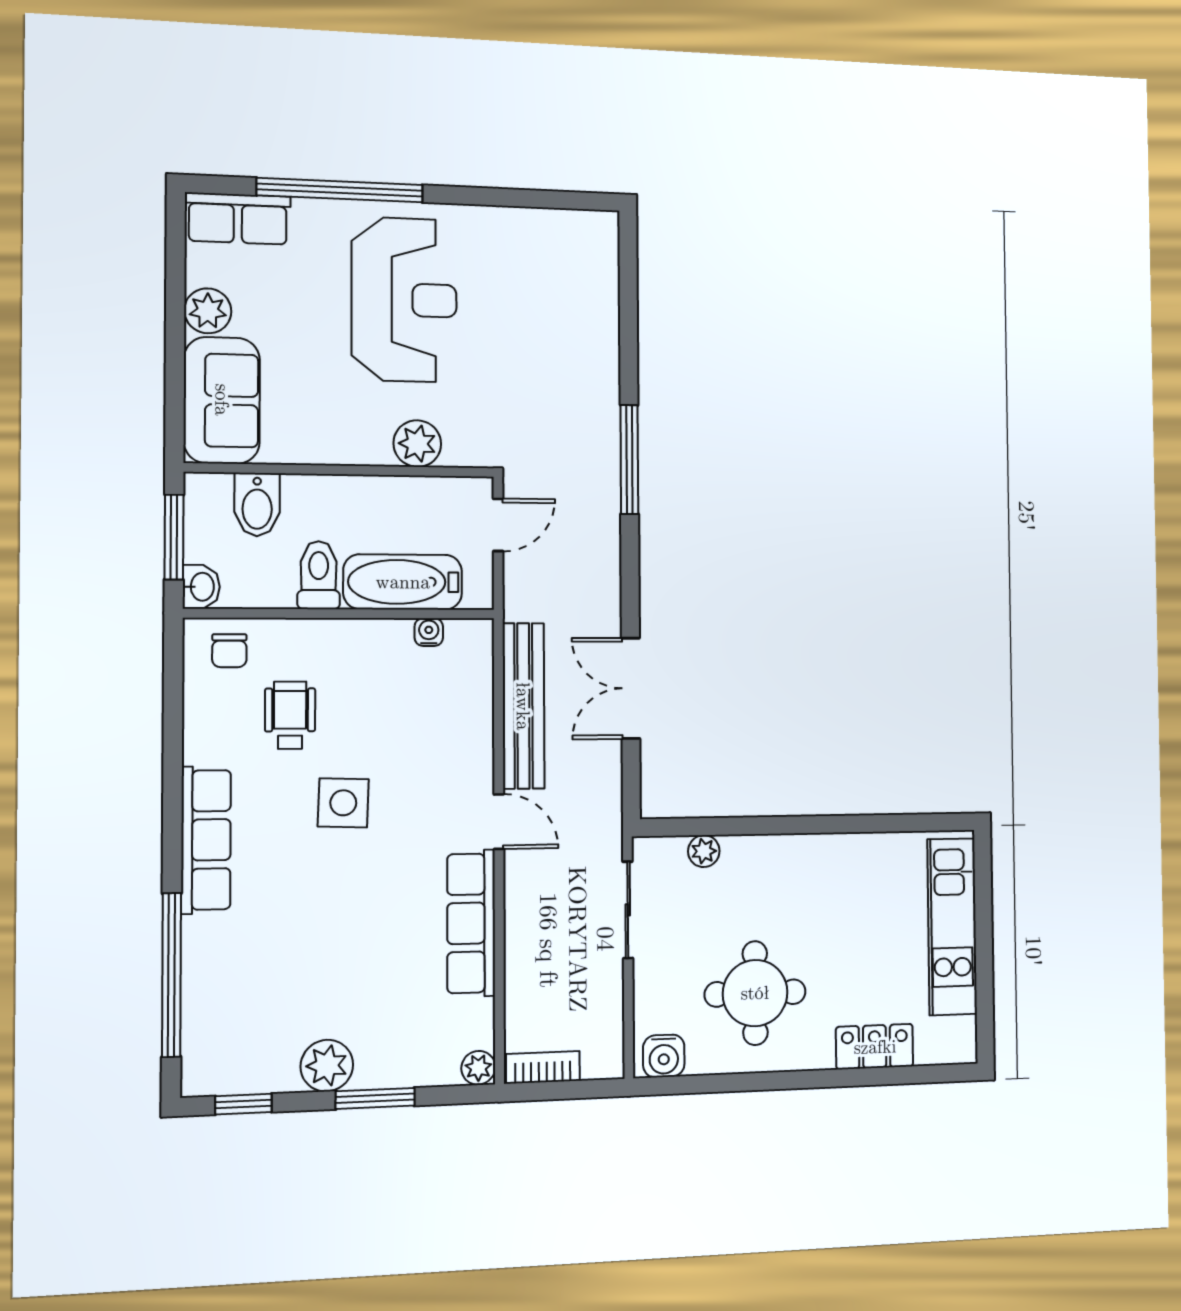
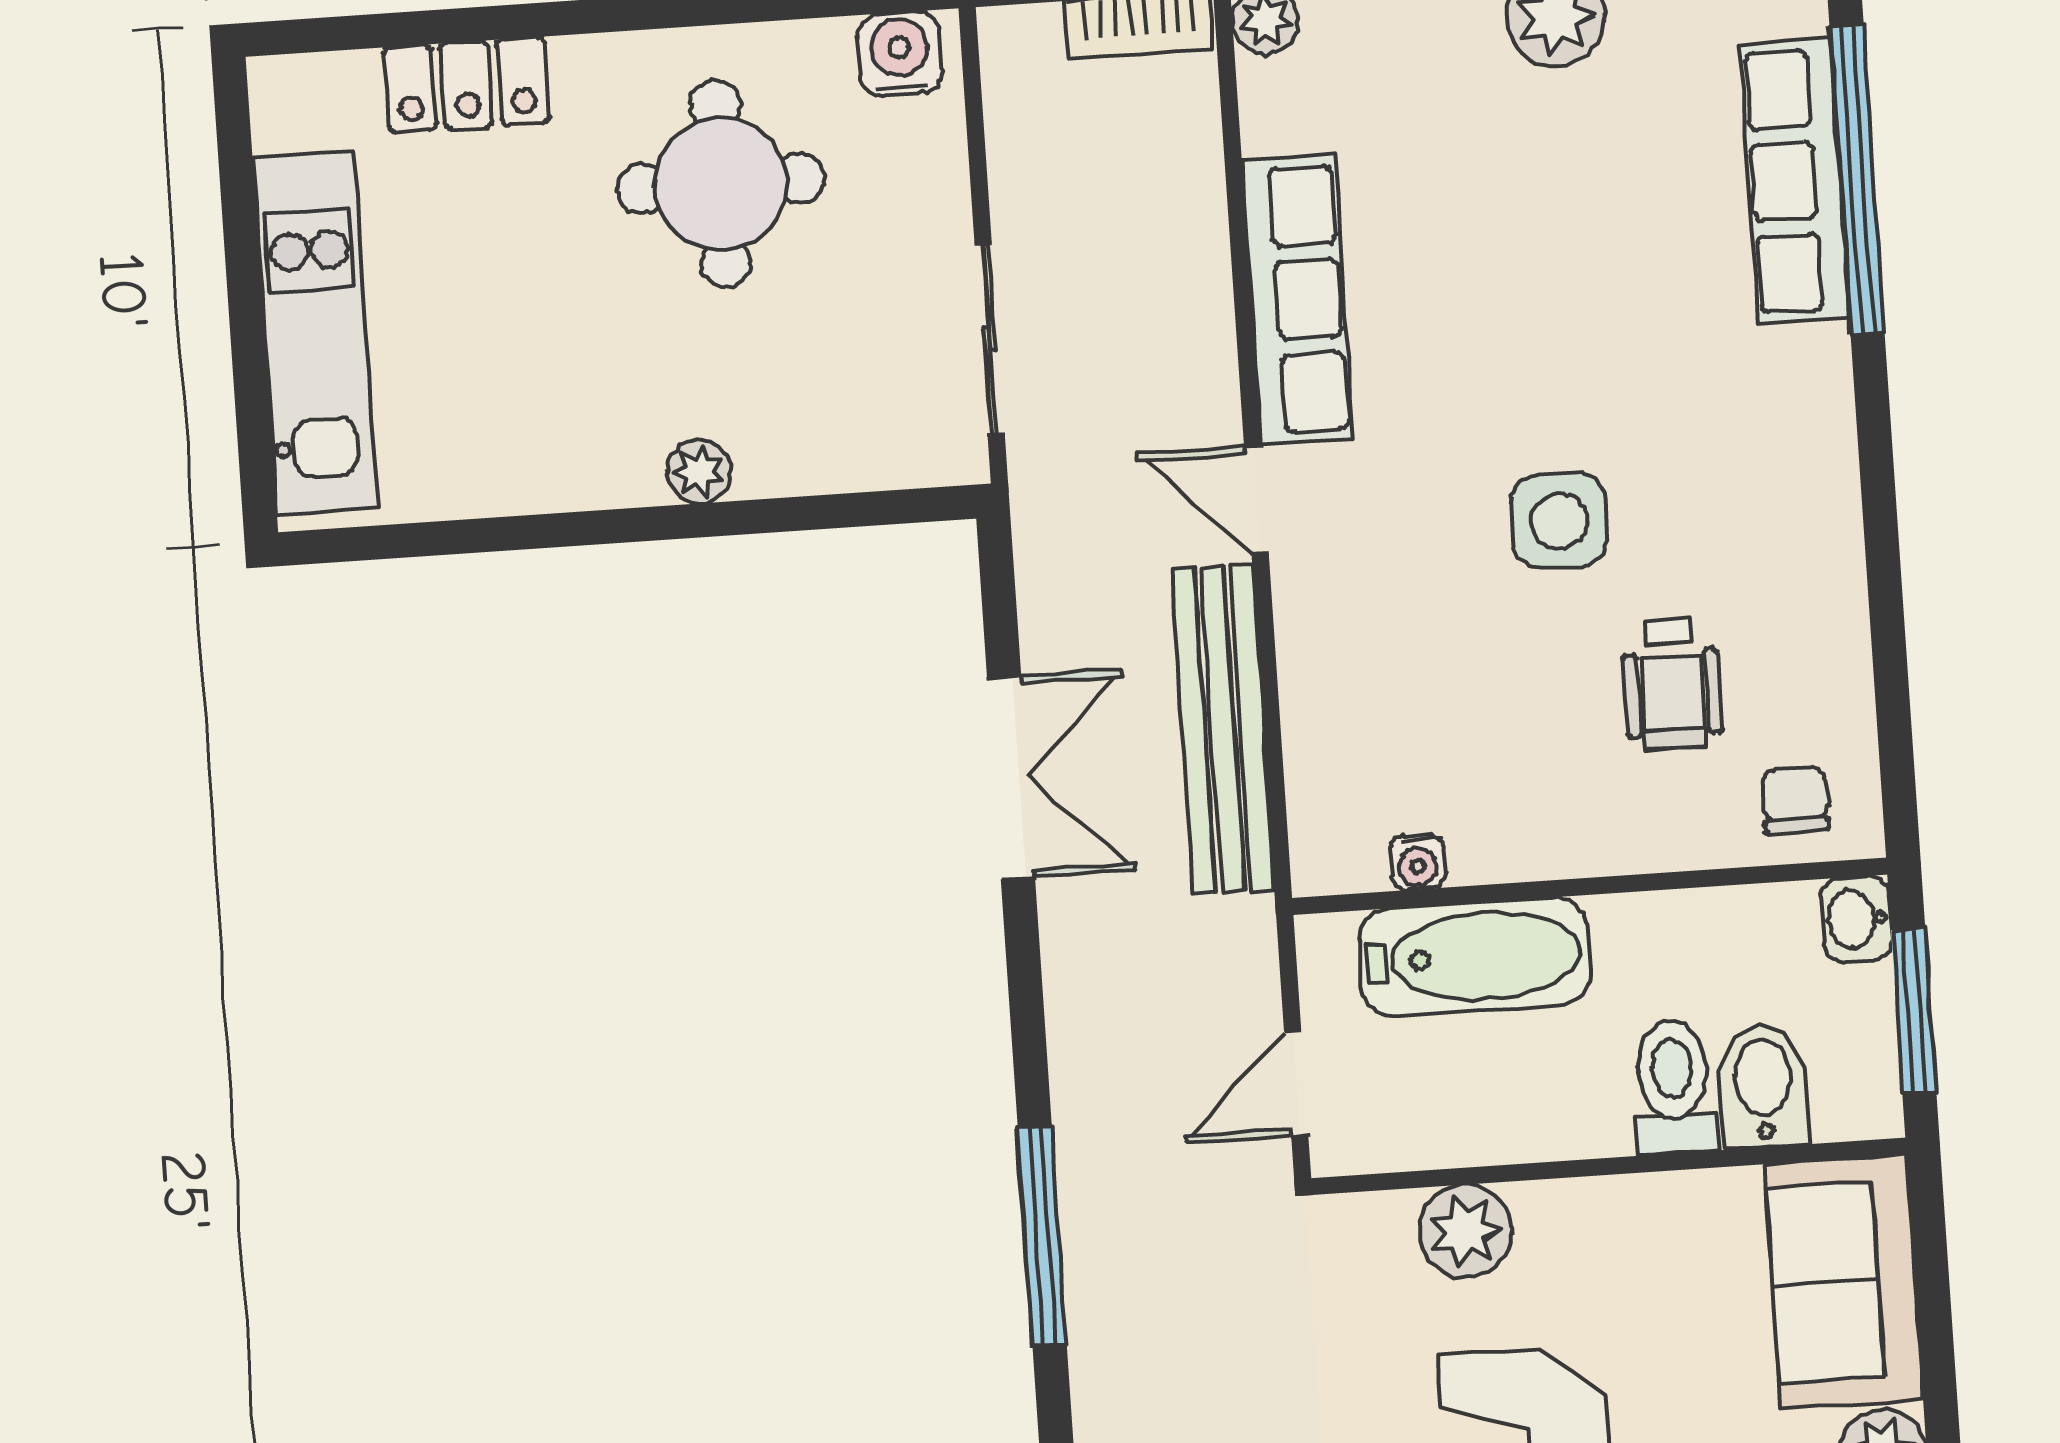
toilet: (319, 575) -> (1673, 1087), moved, turned 180
row of seats: (206, 840) -> (1795, 181), moved
plant: (704, 851) -> (699, 471), moved

